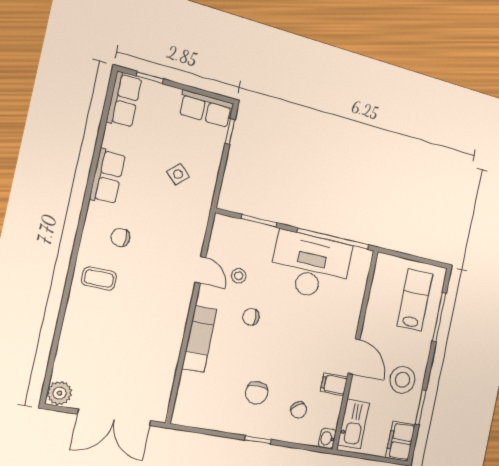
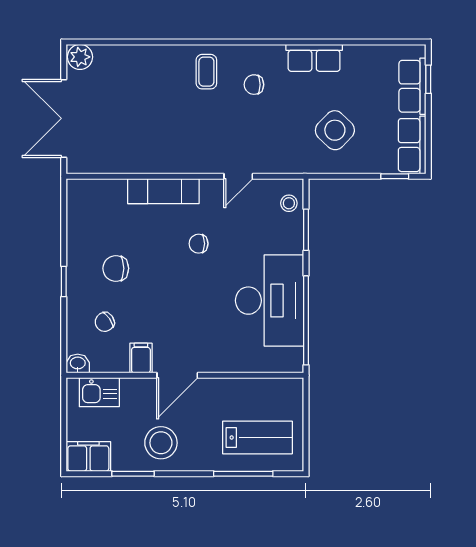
row of seats: (124, 100) -> (412, 86), moved, turned 90
side table: (178, 174) -> (335, 130), width x1.87, depth x1.87
chair: (121, 237) -> (254, 85), turned -90
stool: (239, 276) -> (289, 203), moved
chair: (251, 317) -> (199, 244), turned -90
kitchen sink: (353, 424) -> (99, 392), width x0.73

